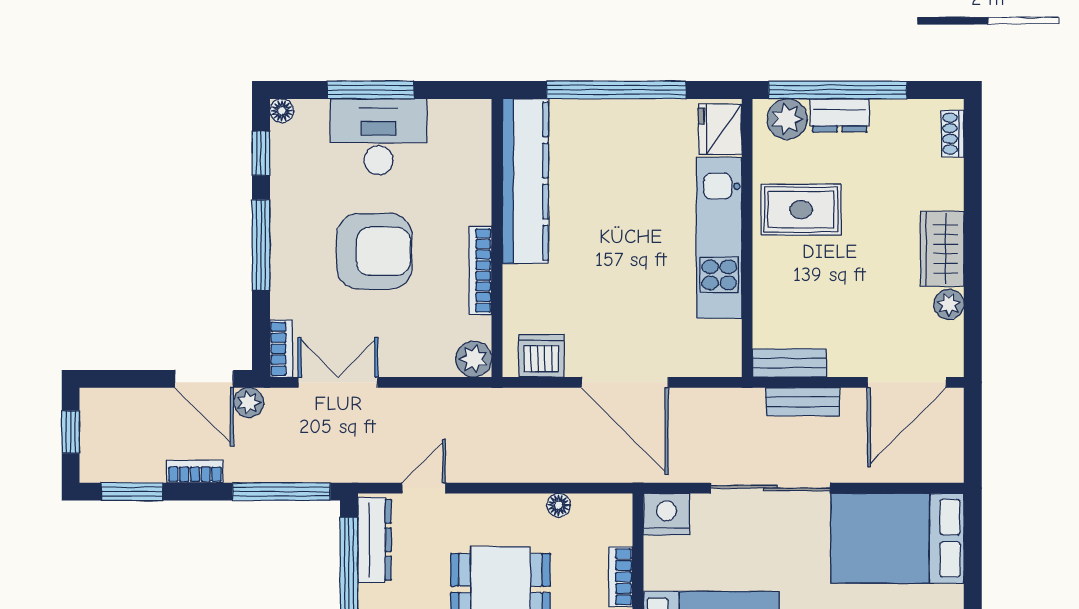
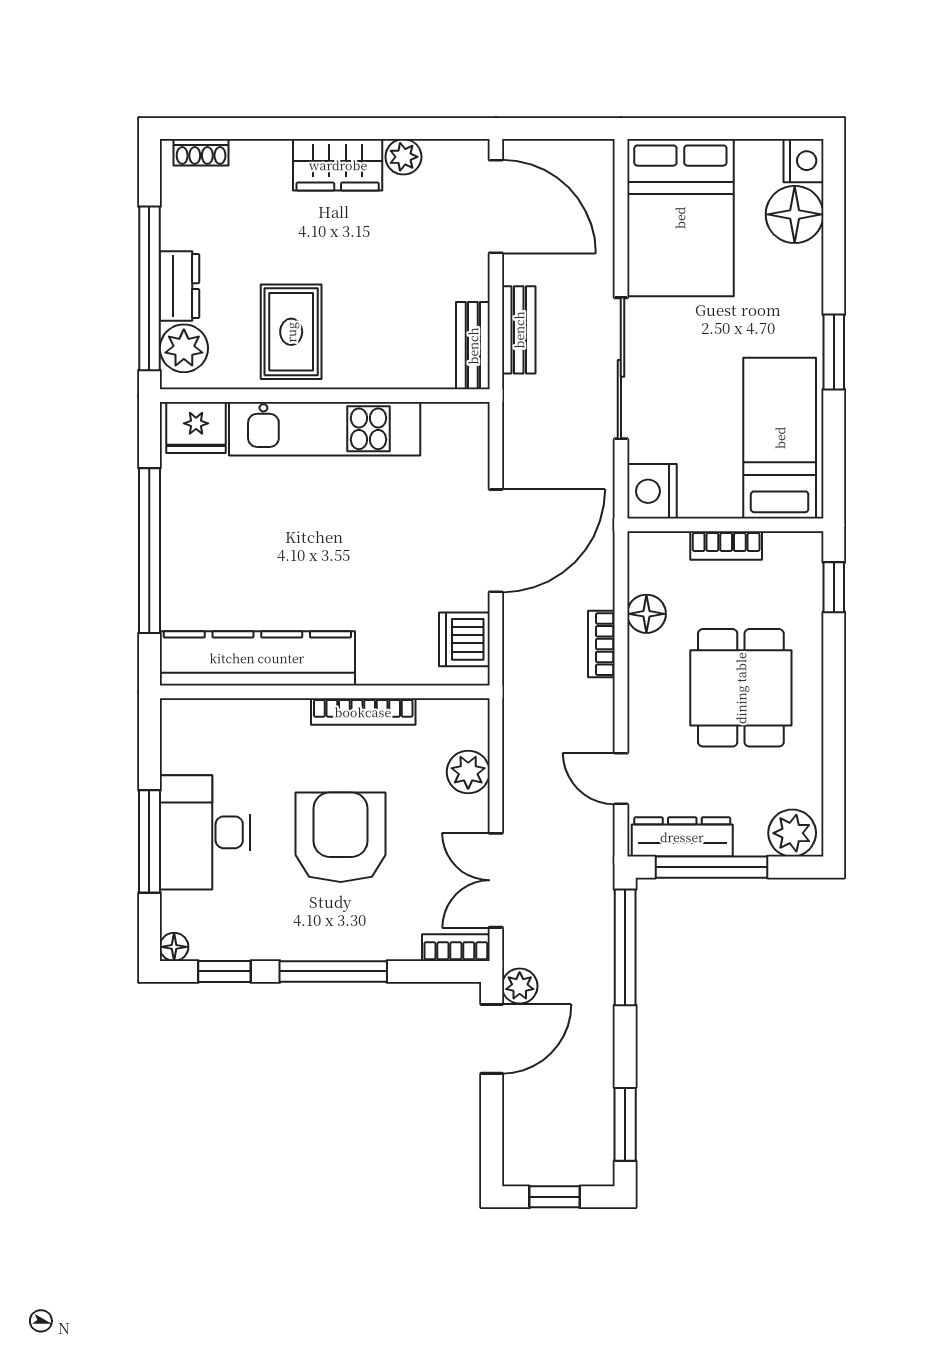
plant: (474, 359) -> (468, 772), moved
bookcase: (195, 472) -> (601, 644), moved
floor lamp: (559, 505) -> (646, 614), width x1.37, depth x1.37

